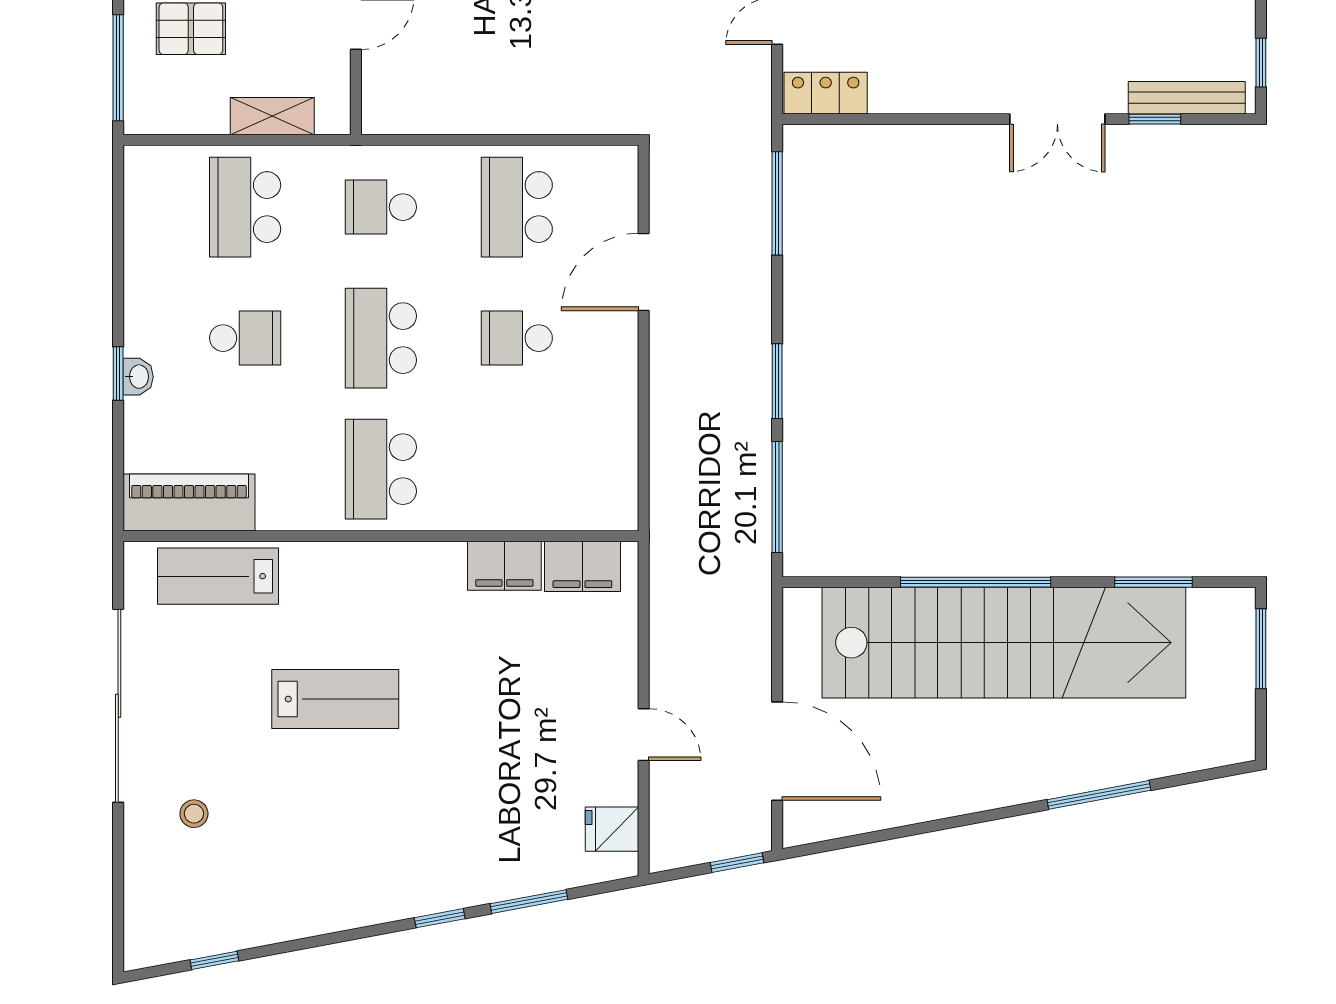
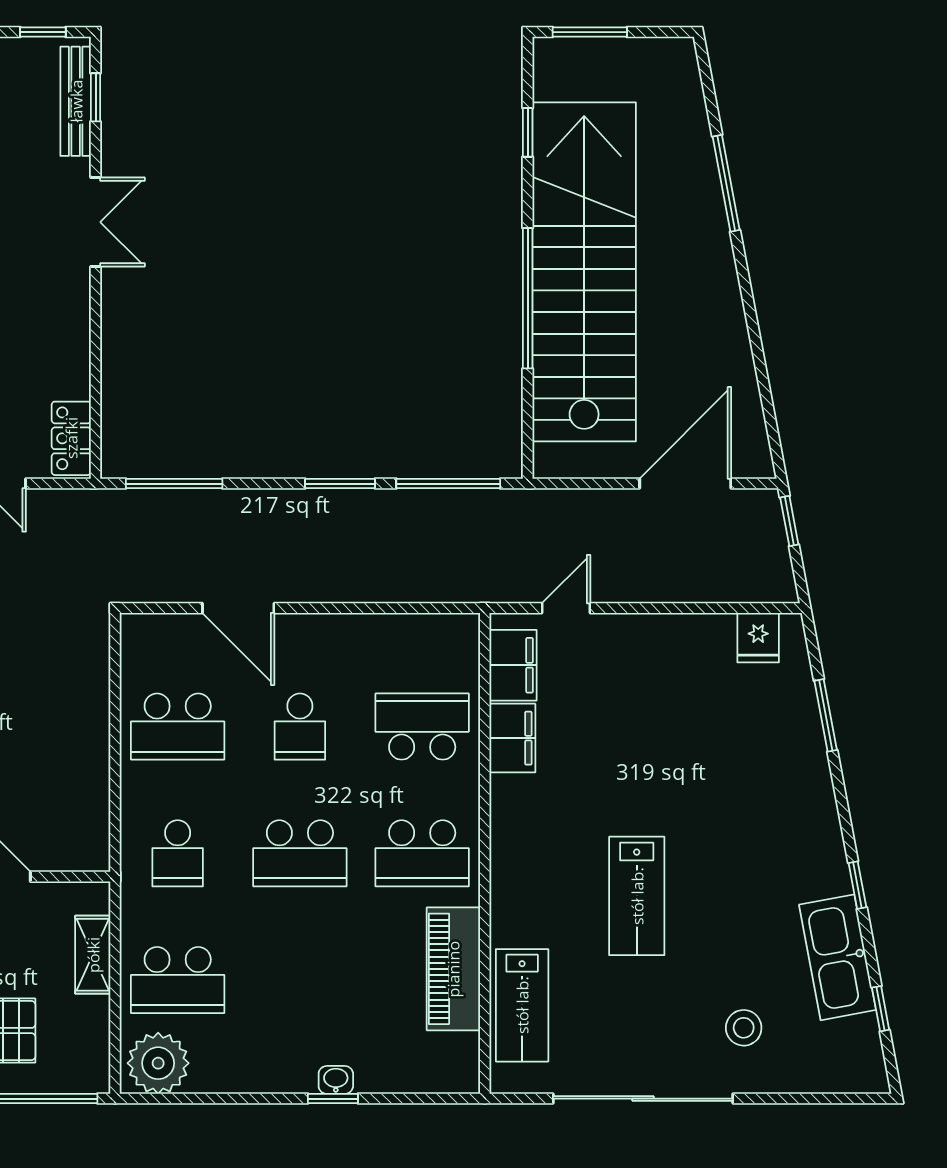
window: (1155, 119) -> (96, 97), moved
plant: (156, 186) -> (158, 1063), added
school desk: (245, 338) -> (422, 727), moved, width x1.85
piano: (189, 503) -> (453, 969), moved
window: (1153, 582) -> (528, 132), width x0.67
lab bench: (335, 699) -> (637, 896), turned 180
door: (644, 735) -> (566, 608), moved
stool: (194, 814) -> (744, 1028), width x1.37, depth x1.37
kitchen sink: (270, 914) -> (837, 957), added
window: (440, 918) -> (857, 885), moved

